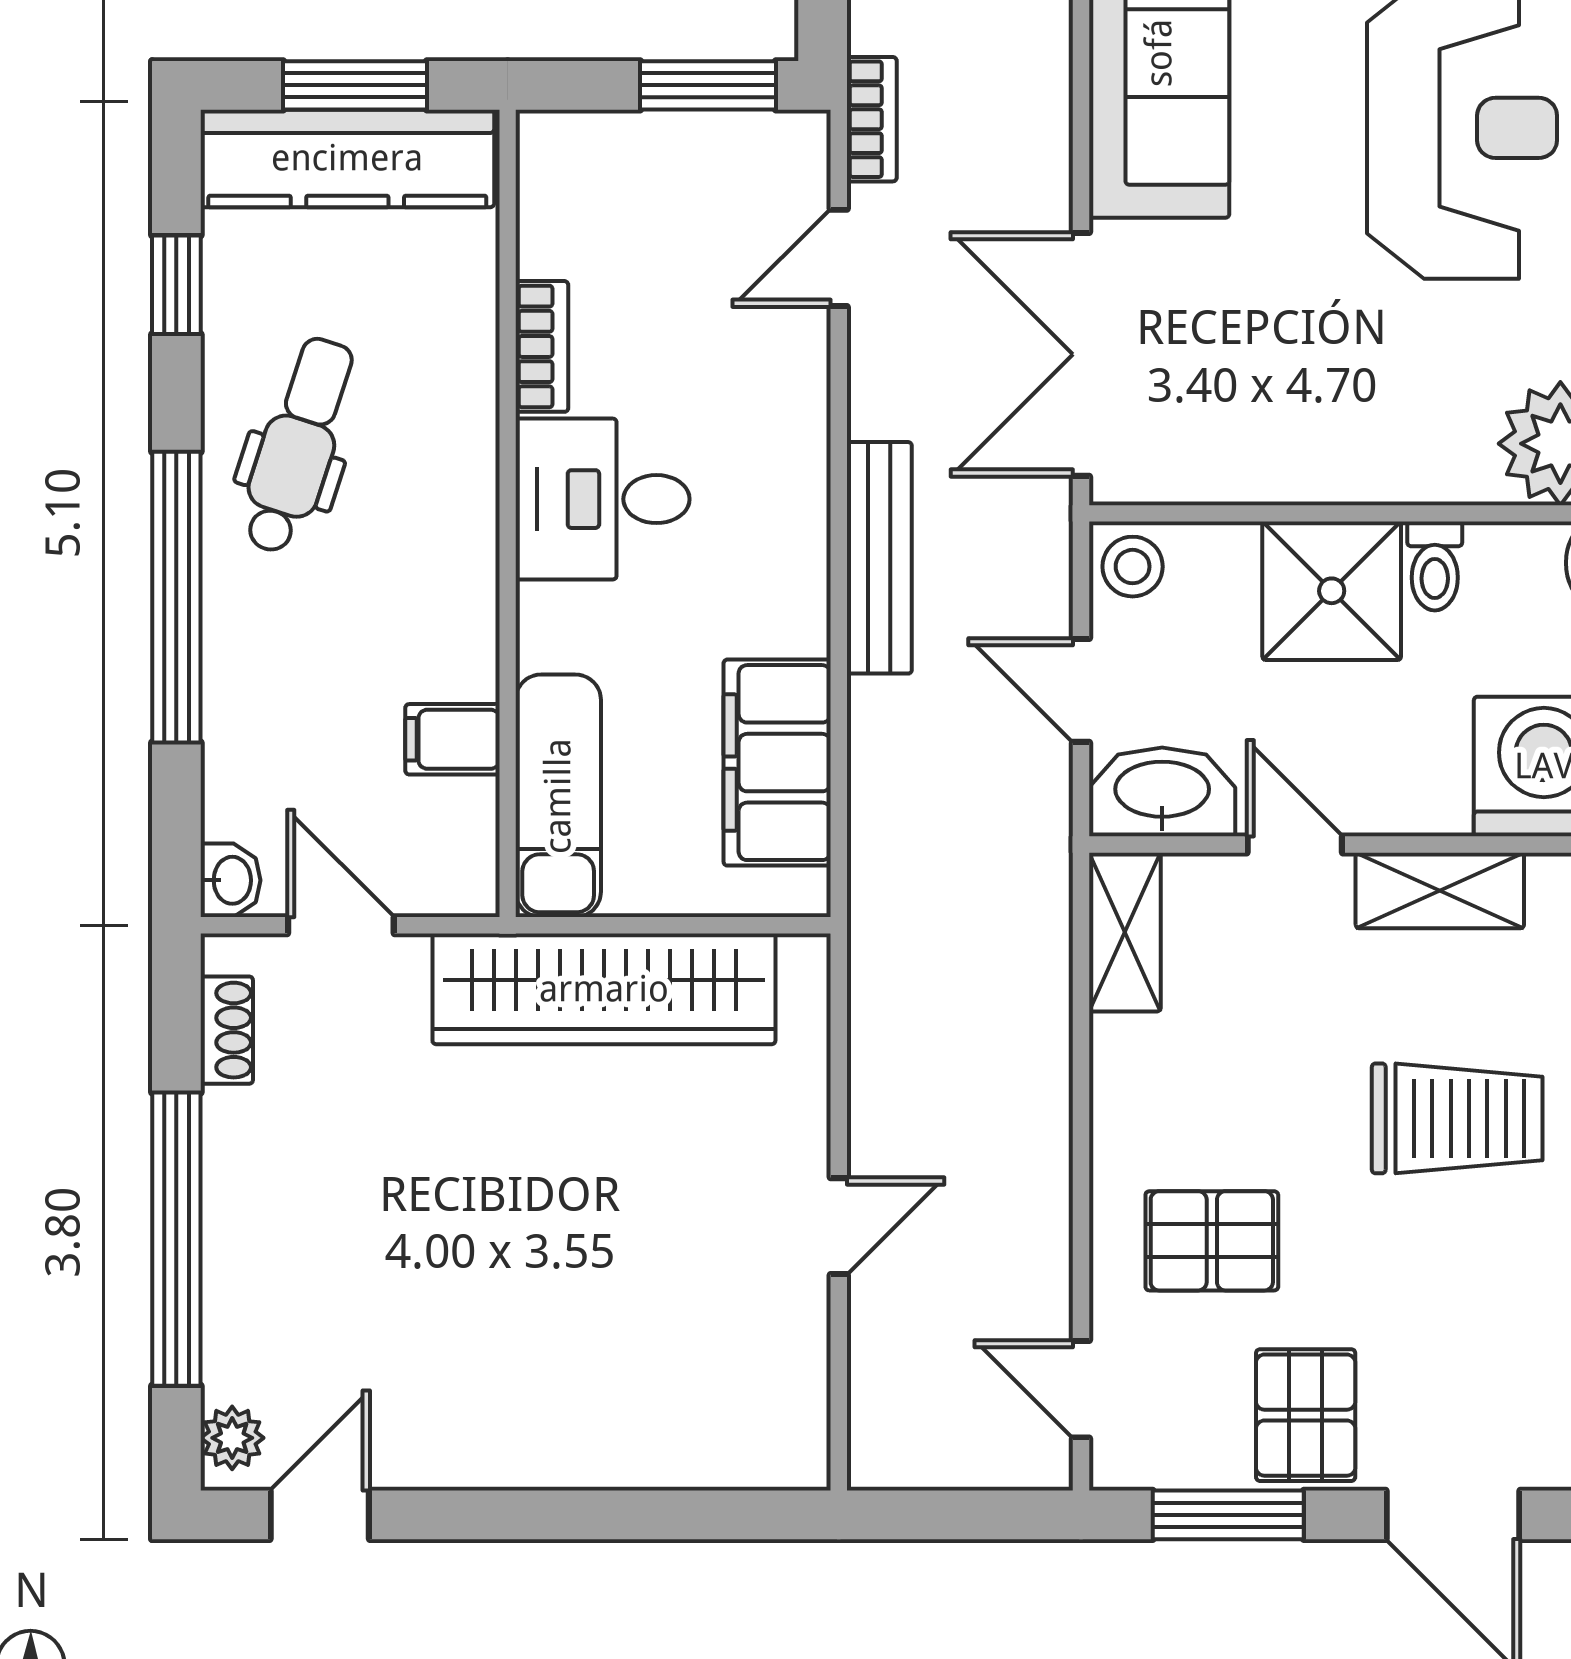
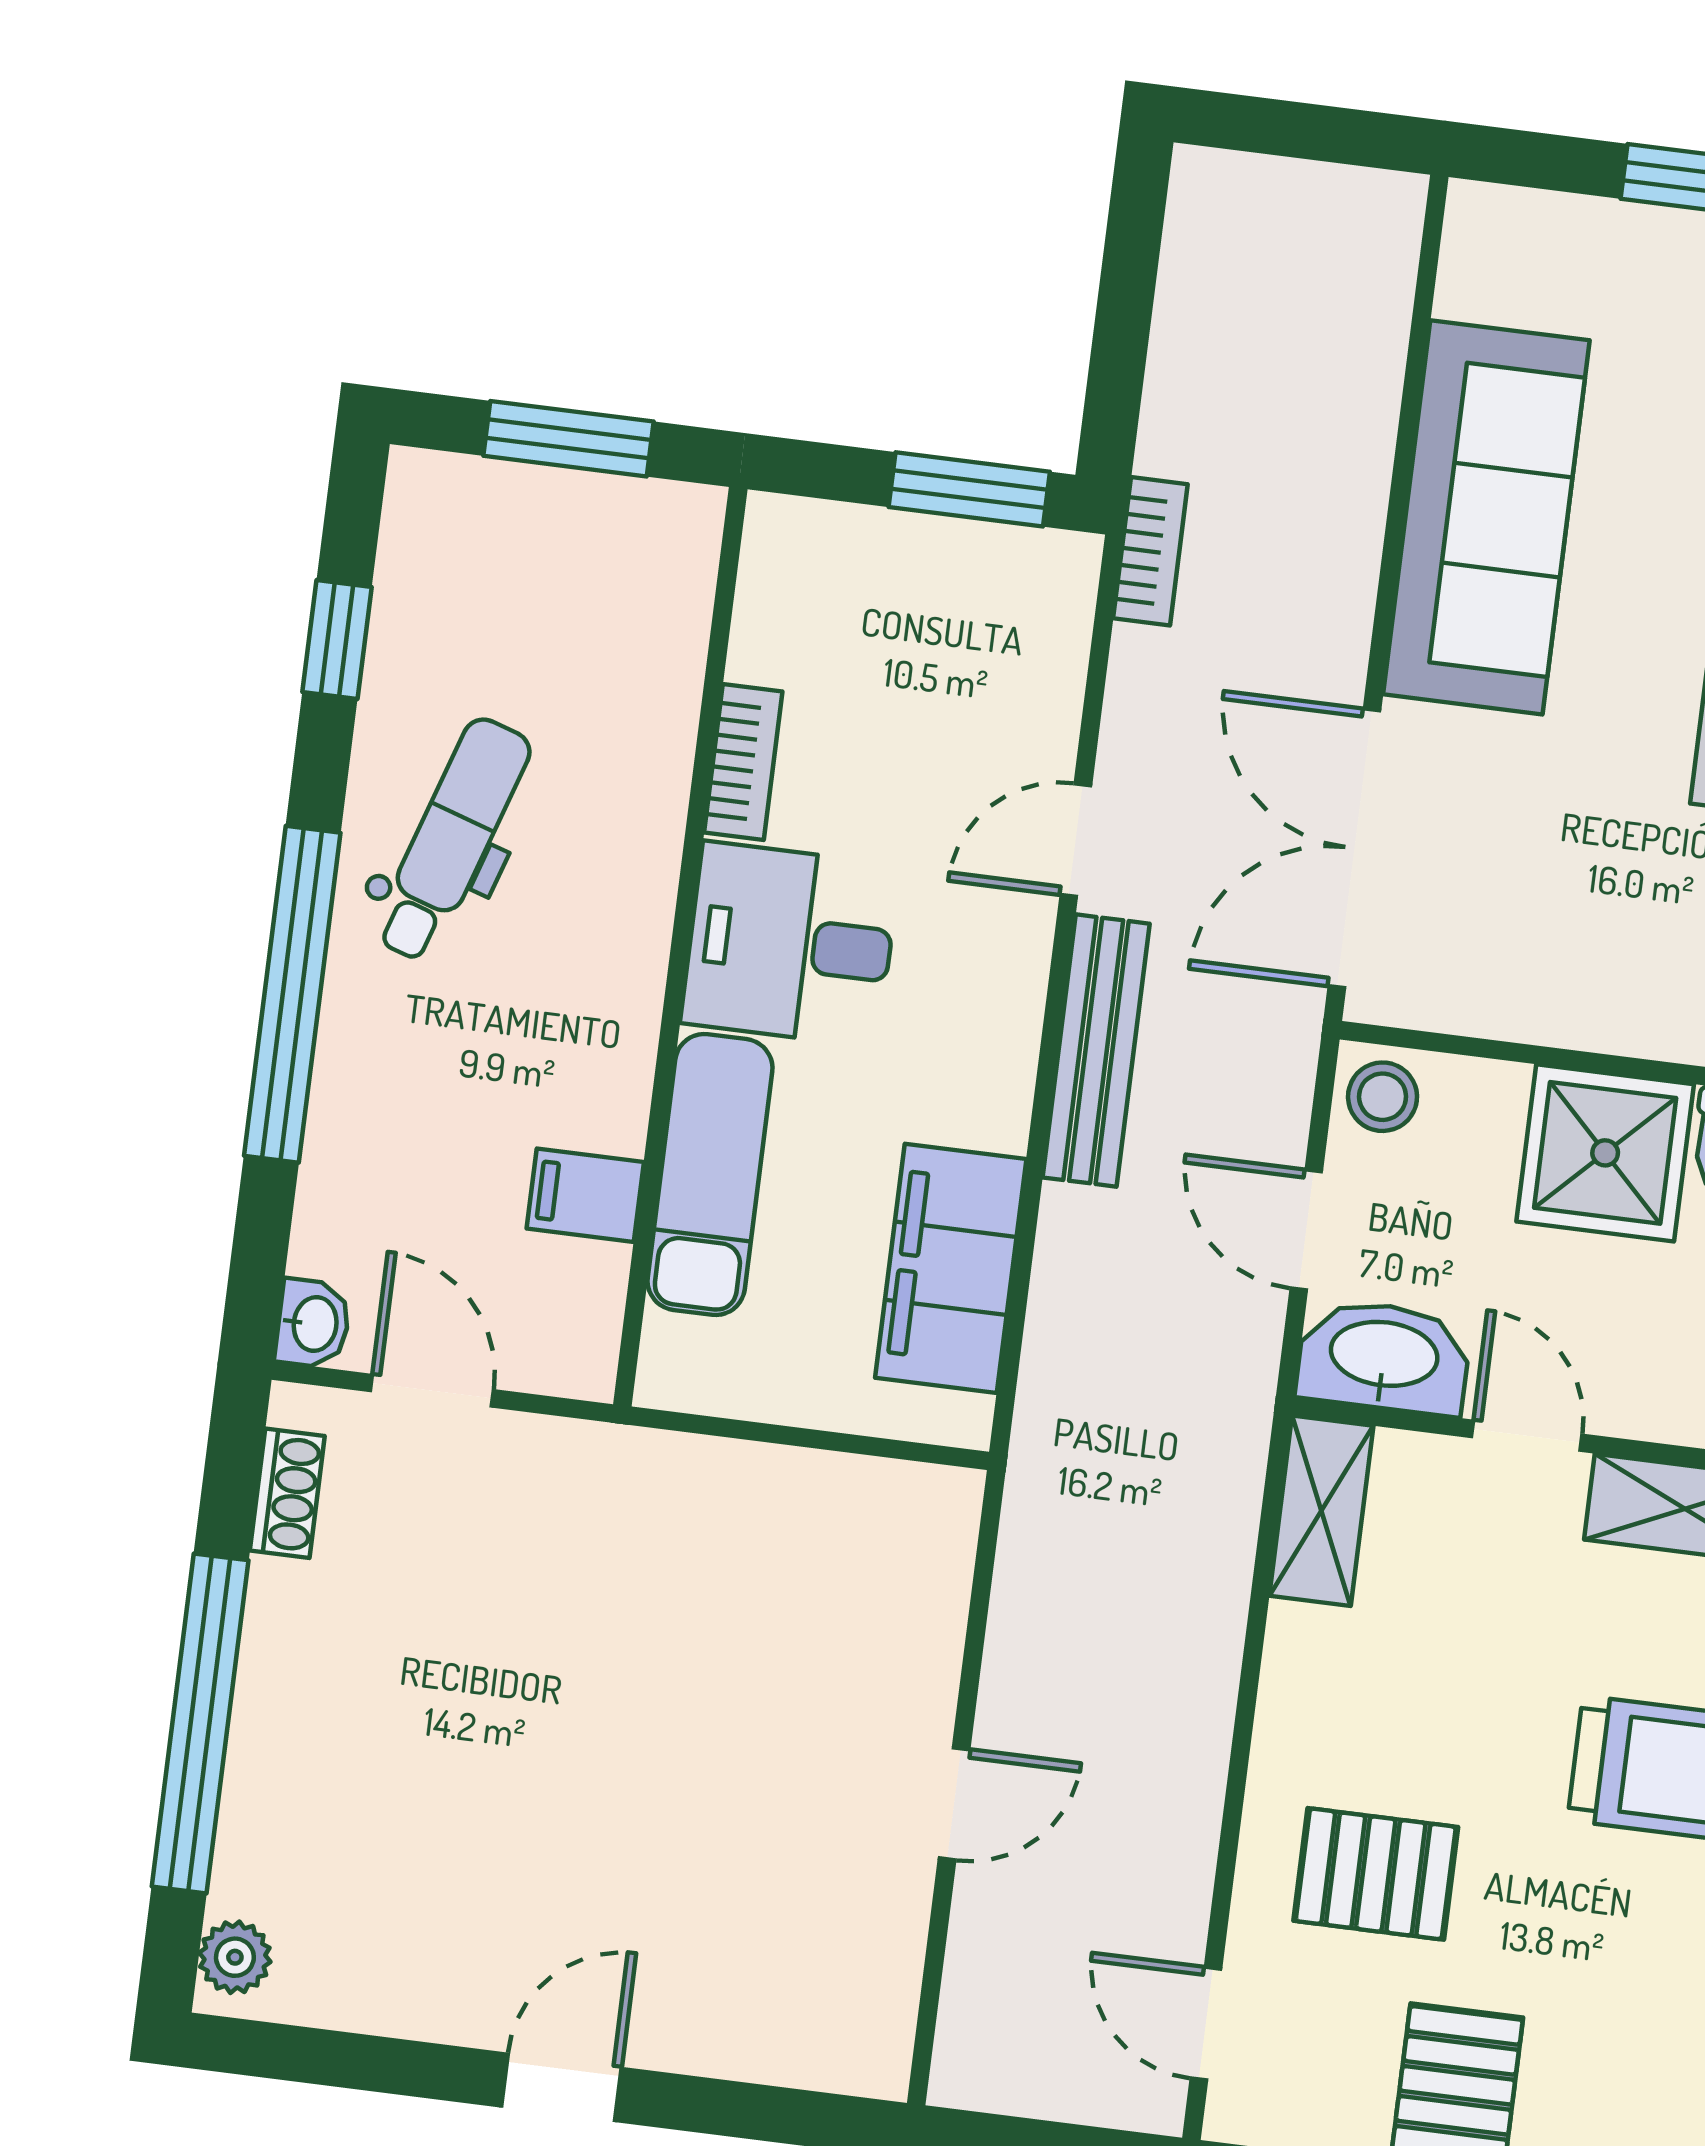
kitchen counter: (347, 158) -> (549, 521), removed
door: (839, 258) -> (1076, 840), moved
exam couch: (558, 796) -> (710, 1175), moved
wardrobe: (604, 989) -> (722, 1501), removed
door: (320, 1515) -> (561, 2087), moved

